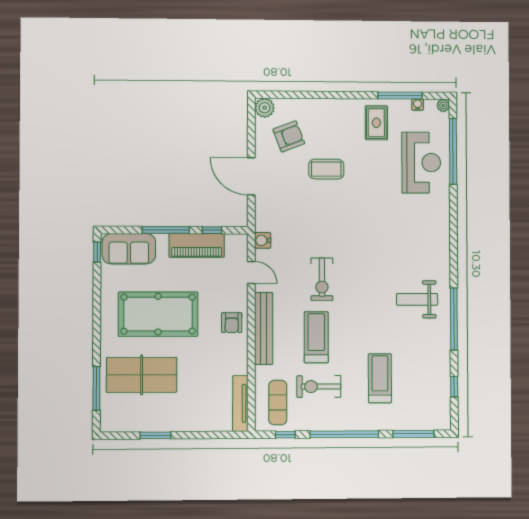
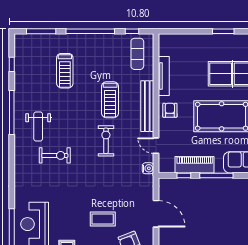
weight bench: (417, 299) -> (38, 126), turned 90
exercise bike: (319, 387) -> (55, 155), moved
tv unit: (240, 403) -> (164, 76), moved

